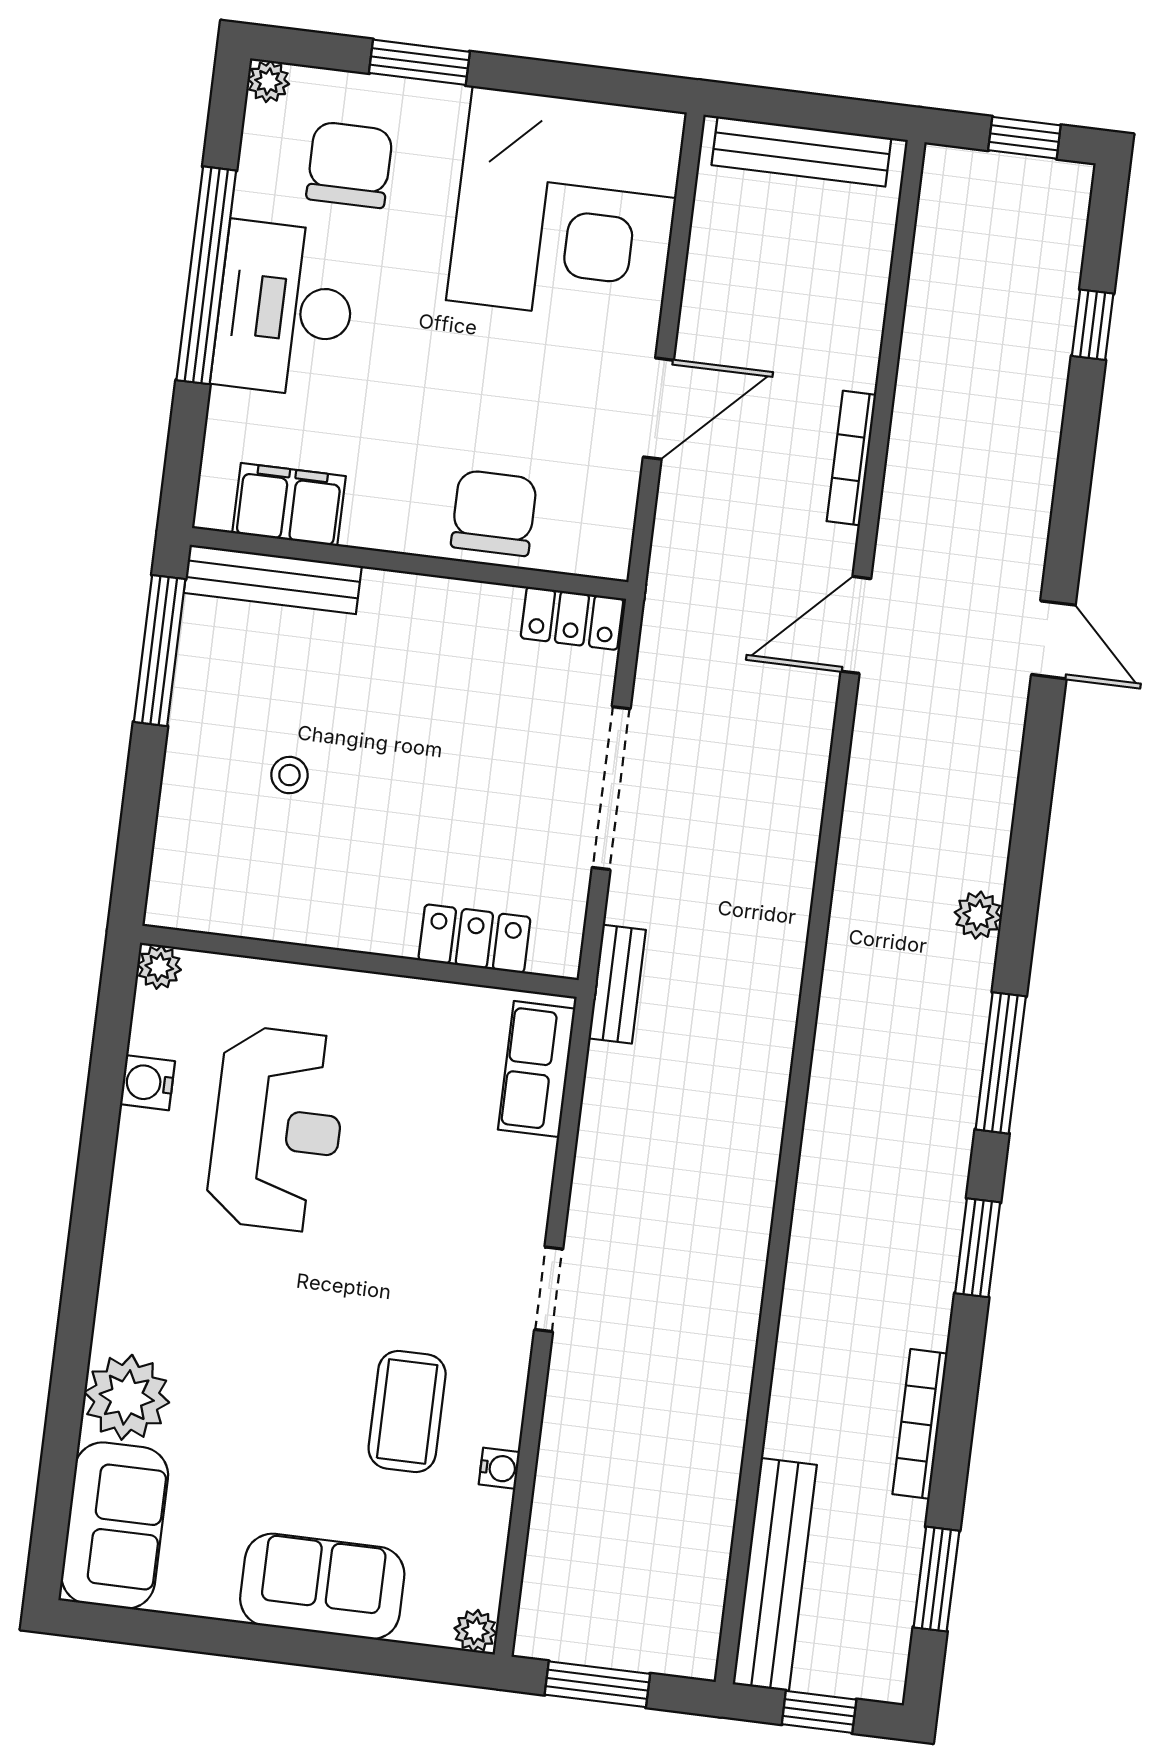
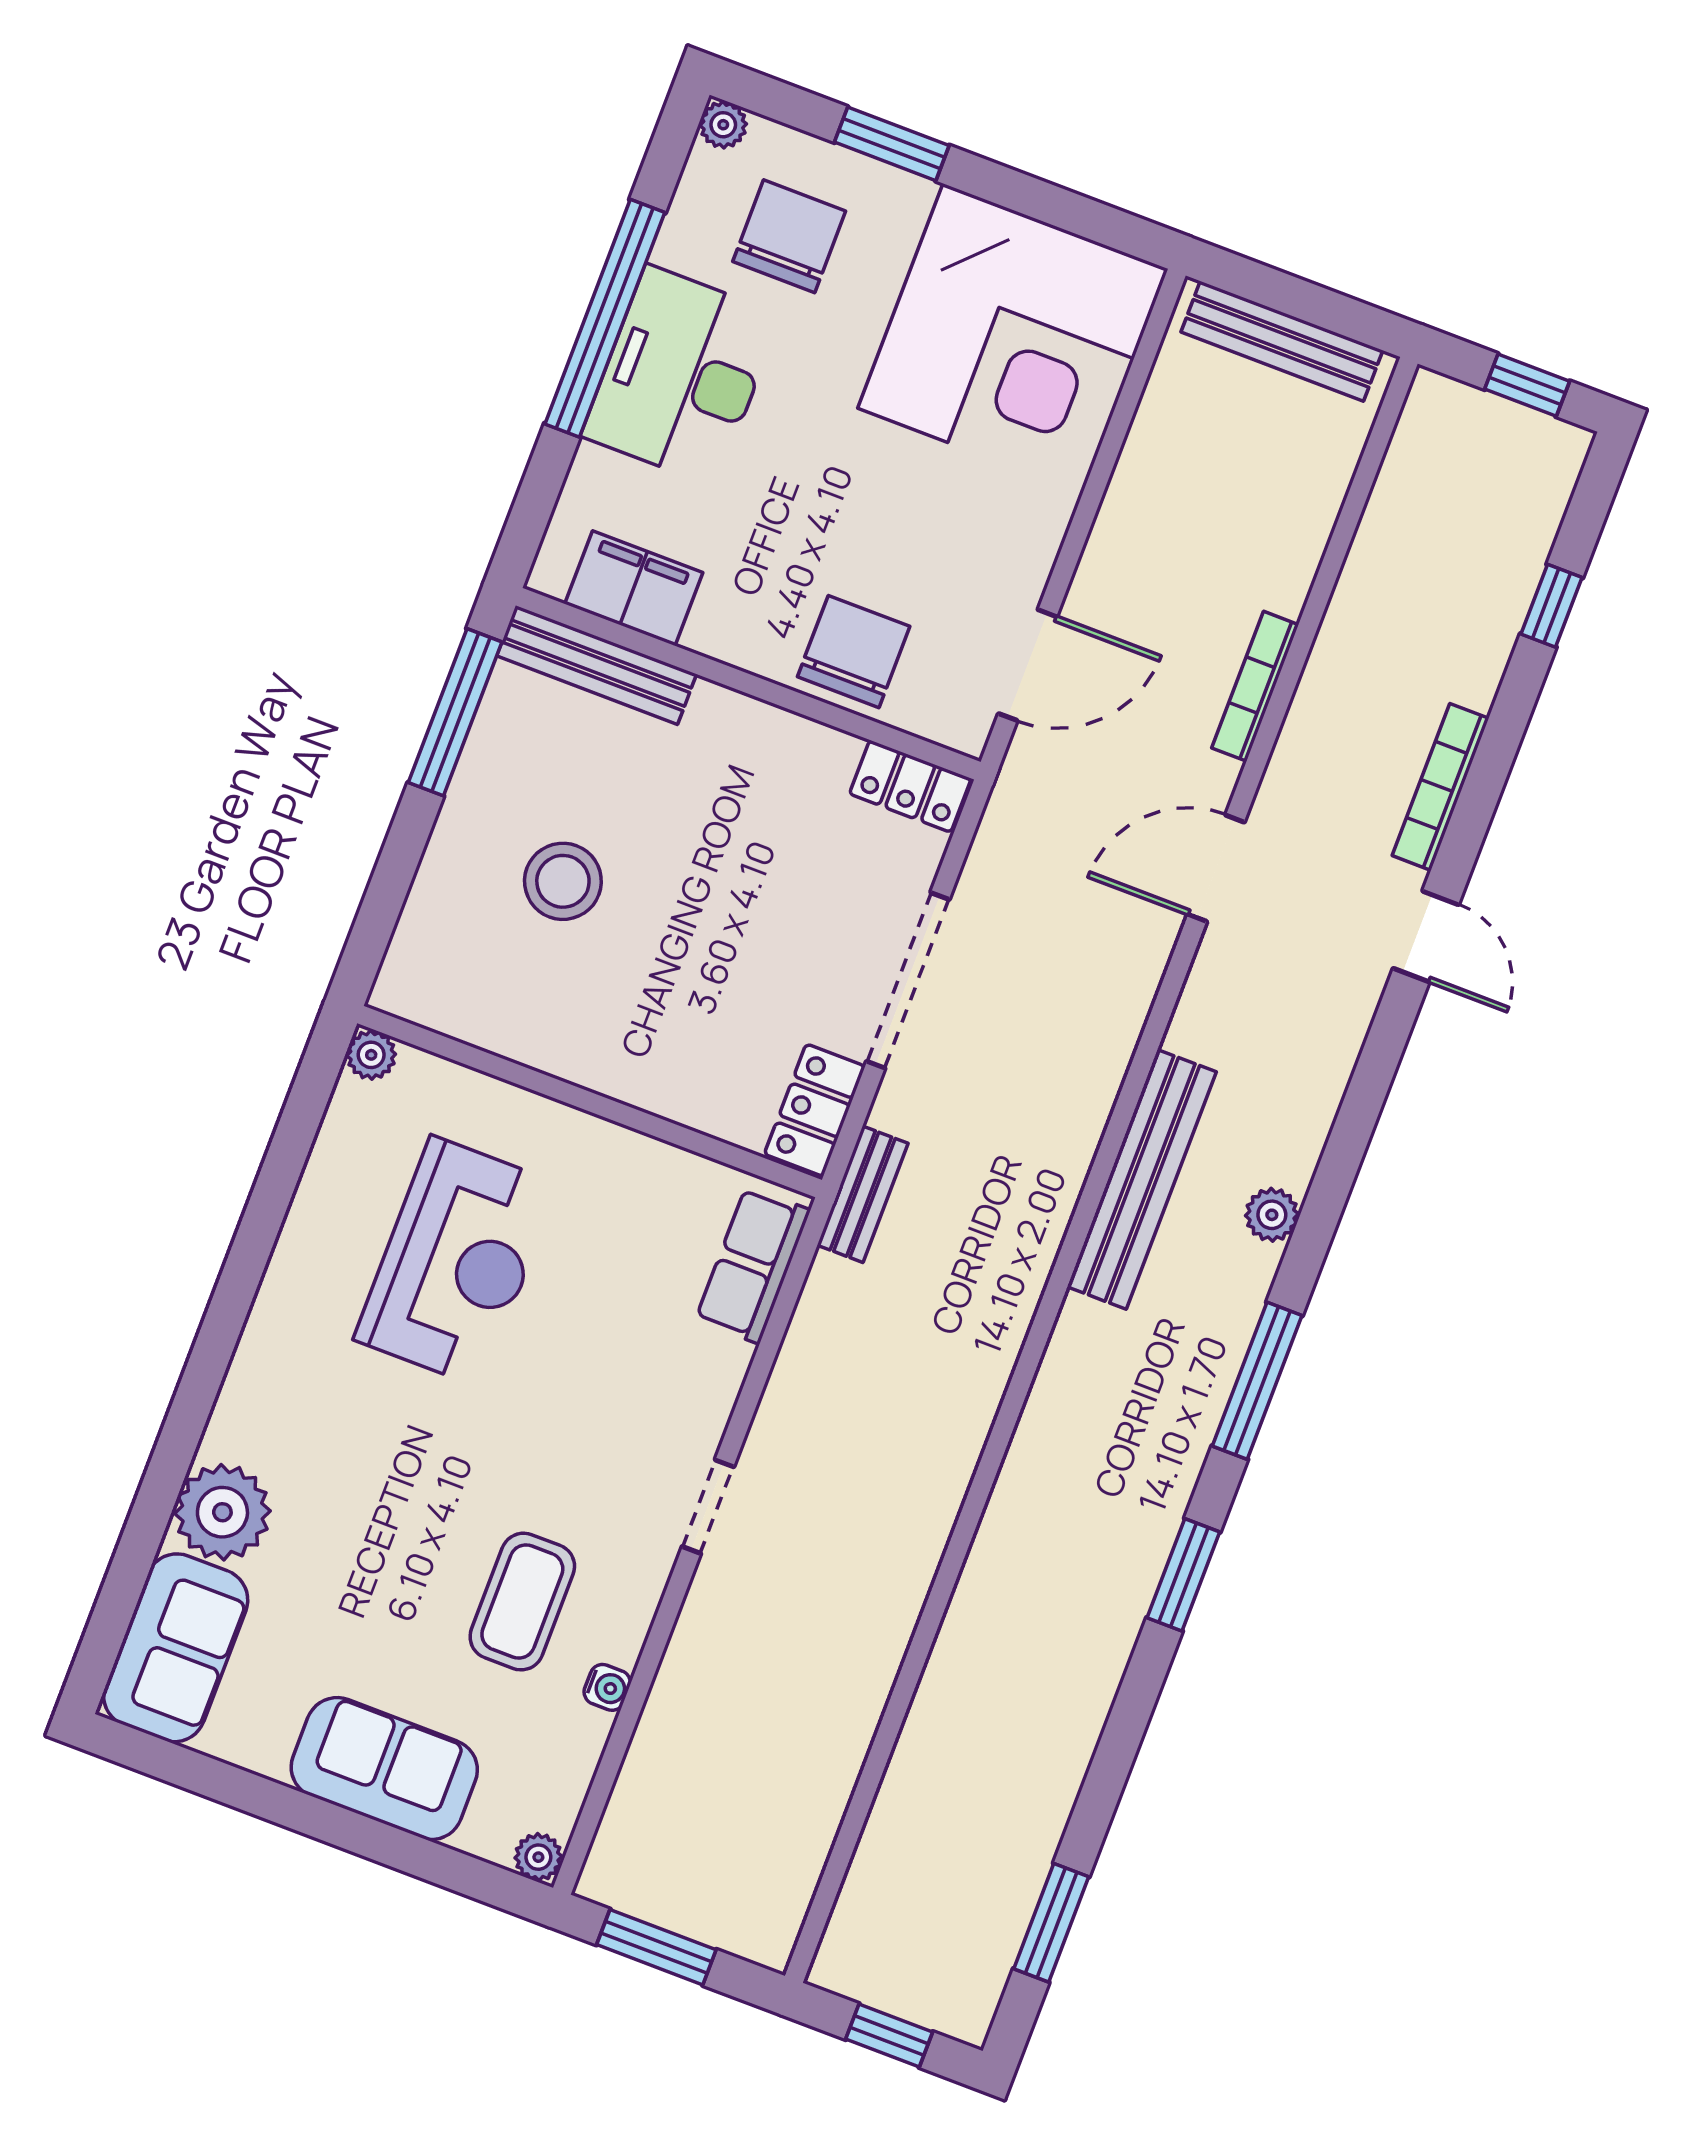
door: (658, 409) -> (1028, 665), moved
stool: (289, 775) -> (563, 881), width x1.89, depth x1.89
locker: (474, 939) -> (815, 1110), moved, turned -90
water cooler: (147, 1083) -> (328, 1177), removed
bookcase: (920, 1424) -> (1440, 787), moved
bench: (775, 1575) -> (1142, 1179), moved

